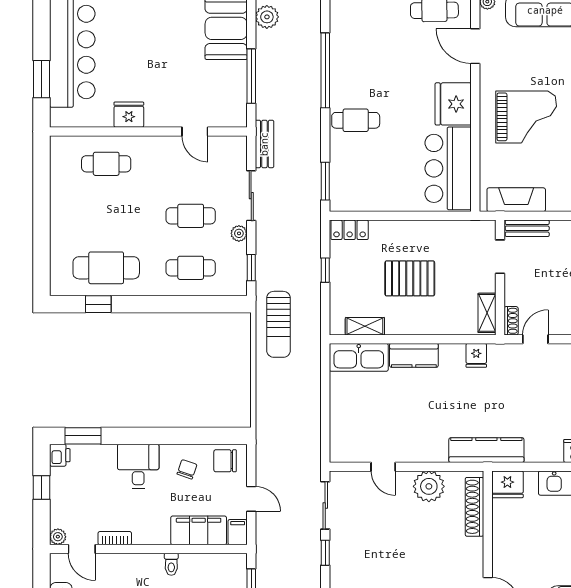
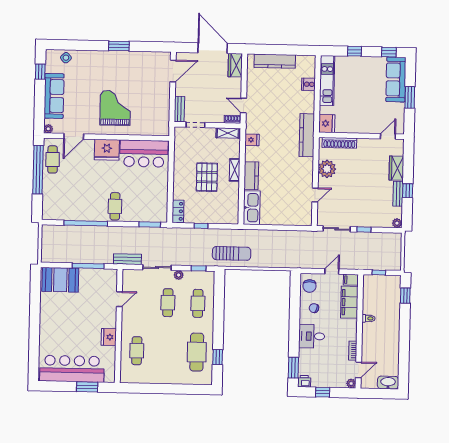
plant: (267, 17) -> (54, 256), removed
fireplace: (516, 200) -> (163, 115), removed
shelving: (365, 326) -> (235, 170), moved

